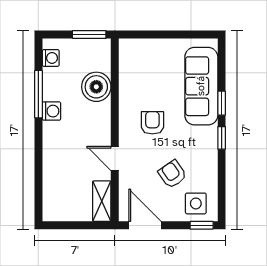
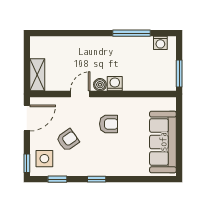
sofa: (201, 86) -> (163, 142), moved, turned -90
boiler: (96, 87) -> (100, 85), moved, width x0.54, depth x0.54
window: (222, 103) -> (57, 179), moved
washing machine: (51, 111) -> (115, 84), moved, turned 180
shelving: (102, 201) -> (37, 75), moved, turned 90

